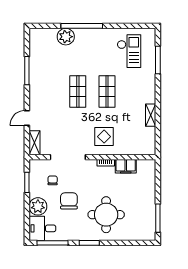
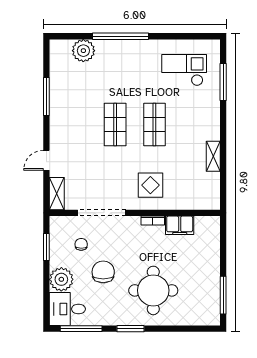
plant: (66, 37) -> (83, 51), moved
checkout: (129, 51) -> (184, 70), turned -90

